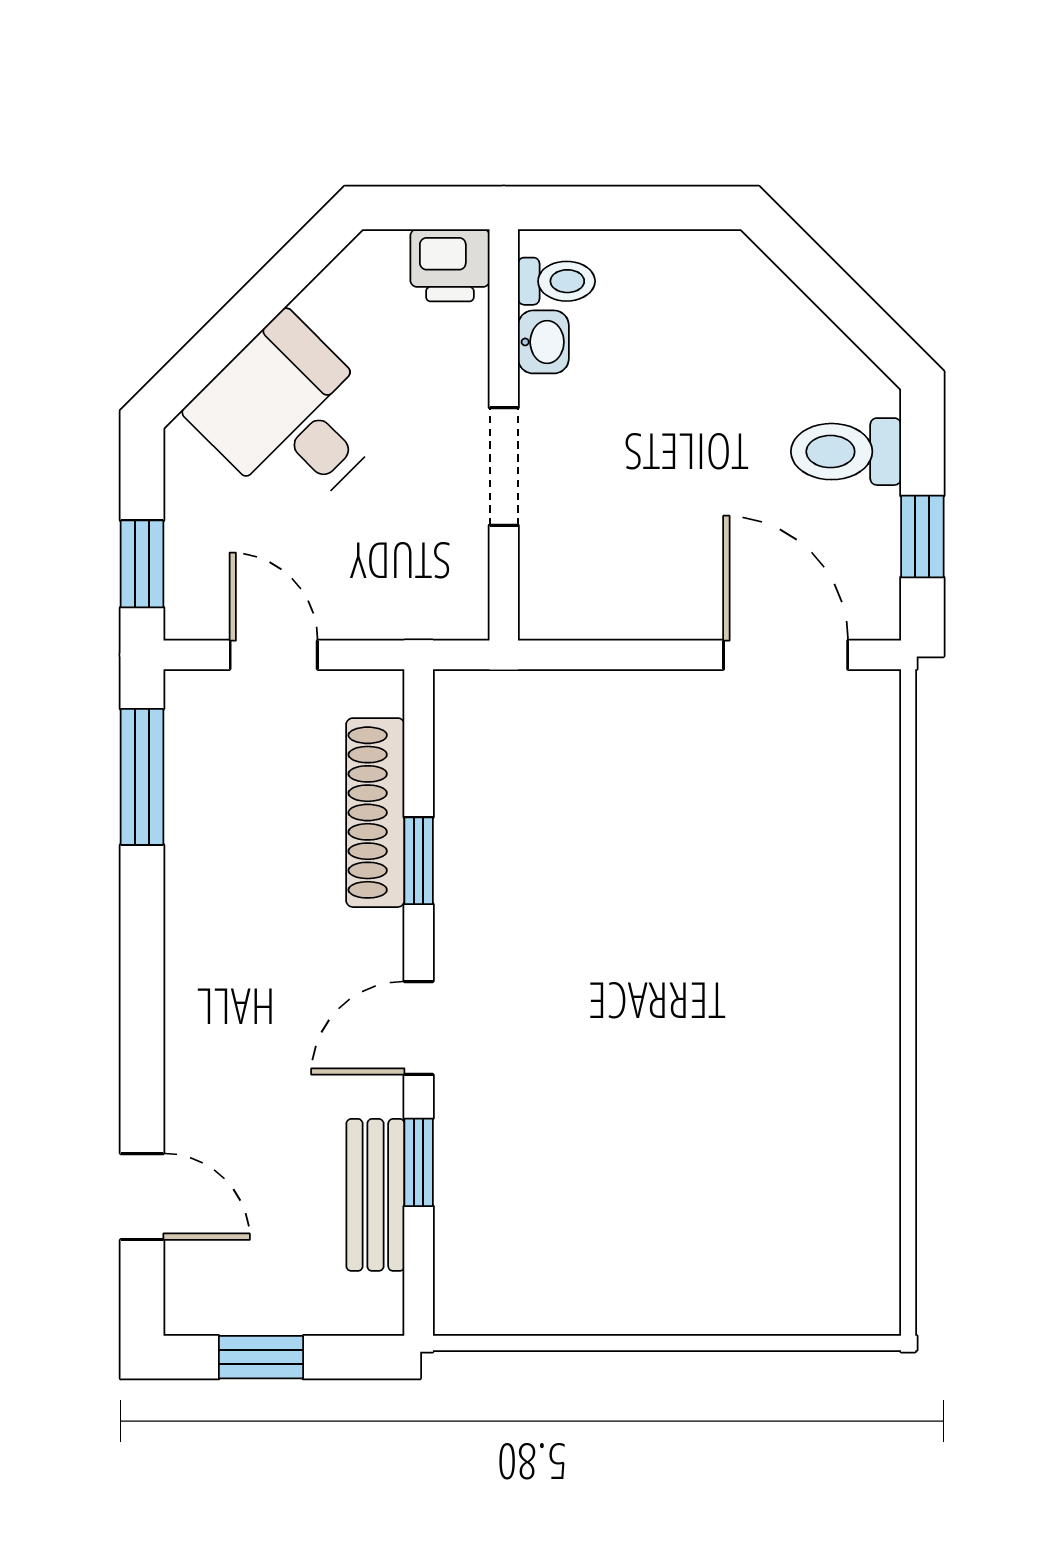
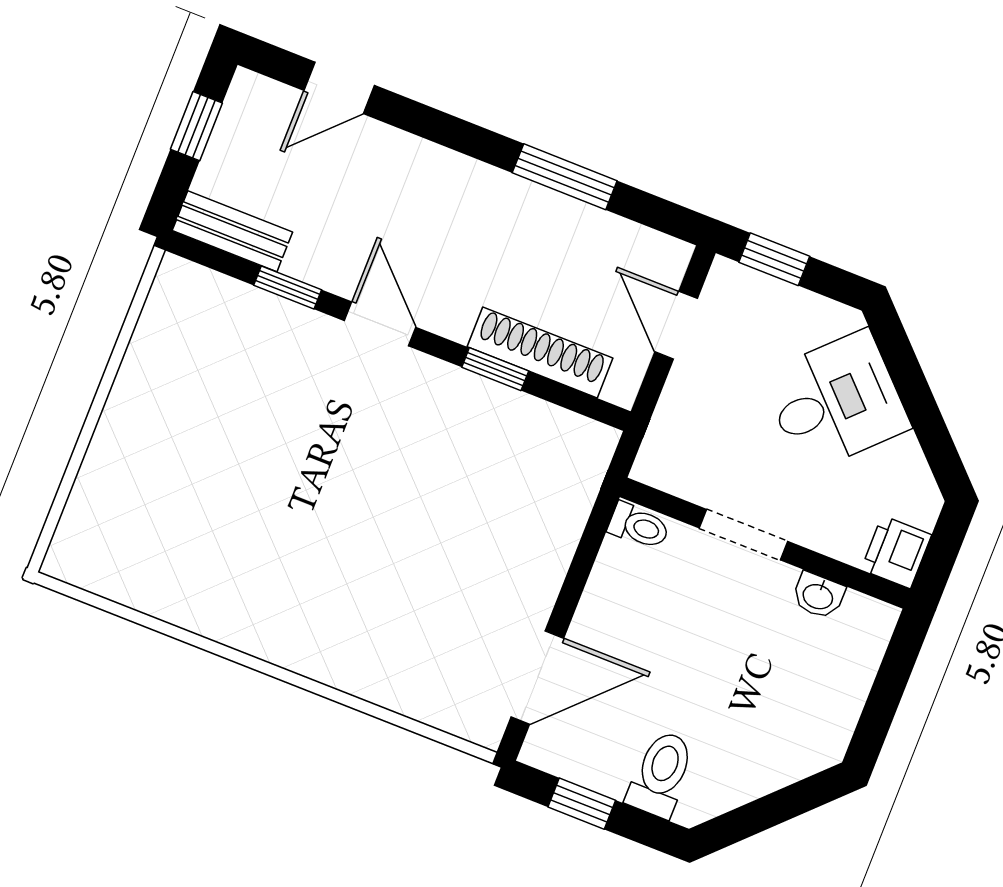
toilet: (557, 281) -> (639, 526), moved, turned -90
door: (274, 655) -> (676, 325), swing flipped
window: (142, 777) -> (565, 177), moved
bench: (375, 1195) -> (232, 231), moved

